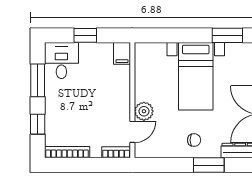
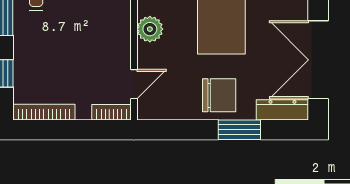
plant: (144, 111) -> (150, 29), moved
chair: (194, 140) -> (219, 95), width x1.87, depth x1.87

